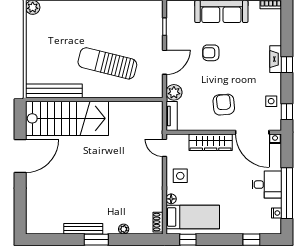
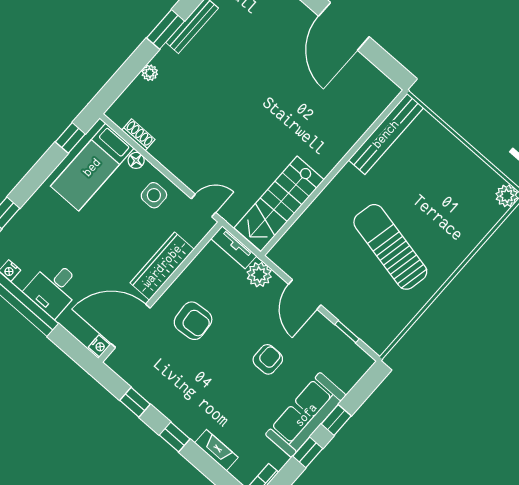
fireplace: (276, 59) -> (216, 450), moved
sun lounger: (107, 63) -> (390, 247), moved, turned -92
side table: (271, 101) -> (148, 380), removed
window: (287, 112) -> (135, 402), moved
stairs: (67, 118) -> (279, 204), moved, width x0.73, depth x0.66
shoe rack: (158, 222) -> (138, 135), moved

